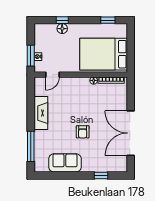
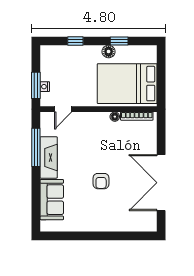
window: (108, 20) -> (119, 41), moved
floor lamp: (62, 29) -> (109, 52), moved
window: (31, 146) -> (36, 147), moved
sofa: (65, 163) -> (52, 200), moved, turned 90
window: (101, 176) -> (124, 236), removed

